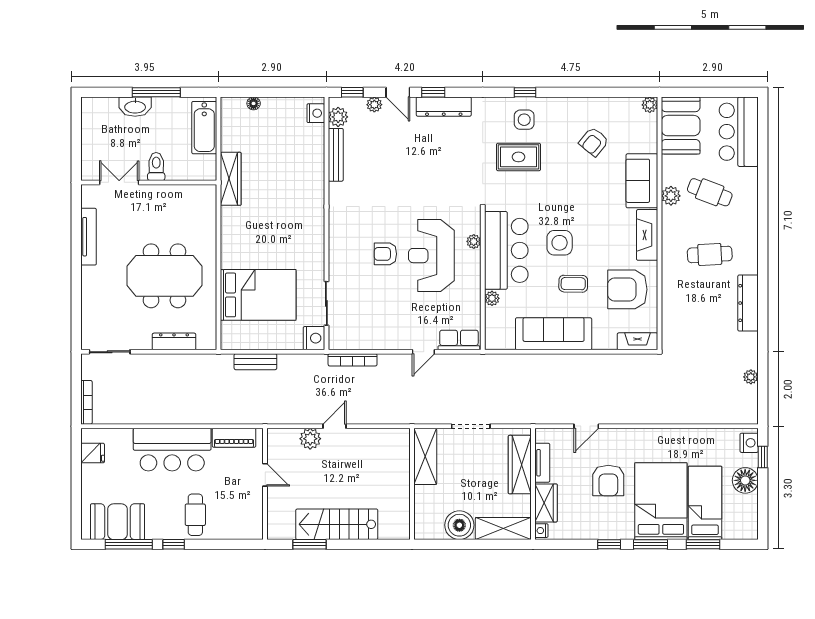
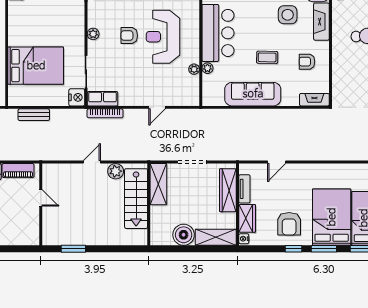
plant: (474, 241) -> (194, 69), moved
side table: (560, 243) -> (288, 15), moved
plant: (336, 252) -> (93, 34), added
armchair: (627, 289) -> (307, 62), width x0.53, depth x0.53
row of seats: (459, 340) -> (102, 99), moved
plant: (310, 439) -> (116, 171), moved
armchair: (608, 481) -> (289, 224), moved
stairs: (337, 524) -> (136, 199), moved, turned -90

